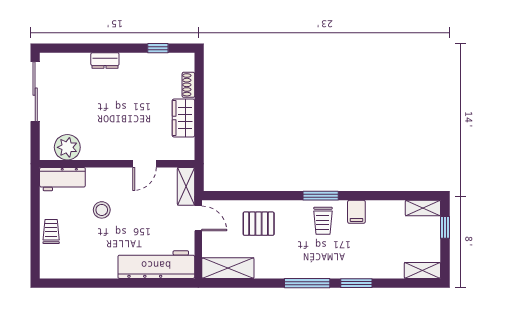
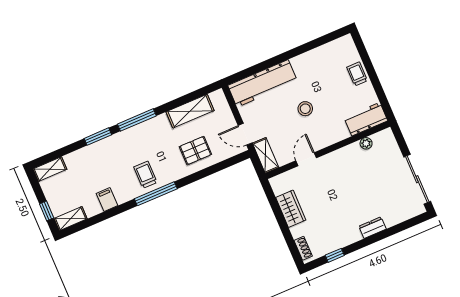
shoe rack: (188, 85) -> (303, 248), moved
plant: (67, 147) -> (366, 143), width x0.53, depth x0.53
window: (321, 196) -> (156, 194), width x1.44
stool: (102, 210) -> (305, 109), moved
filing cabinet: (356, 212) -> (107, 200), moved
trolley: (51, 232) -> (357, 74), turned 180
shelving: (228, 268) -> (190, 111), moved

